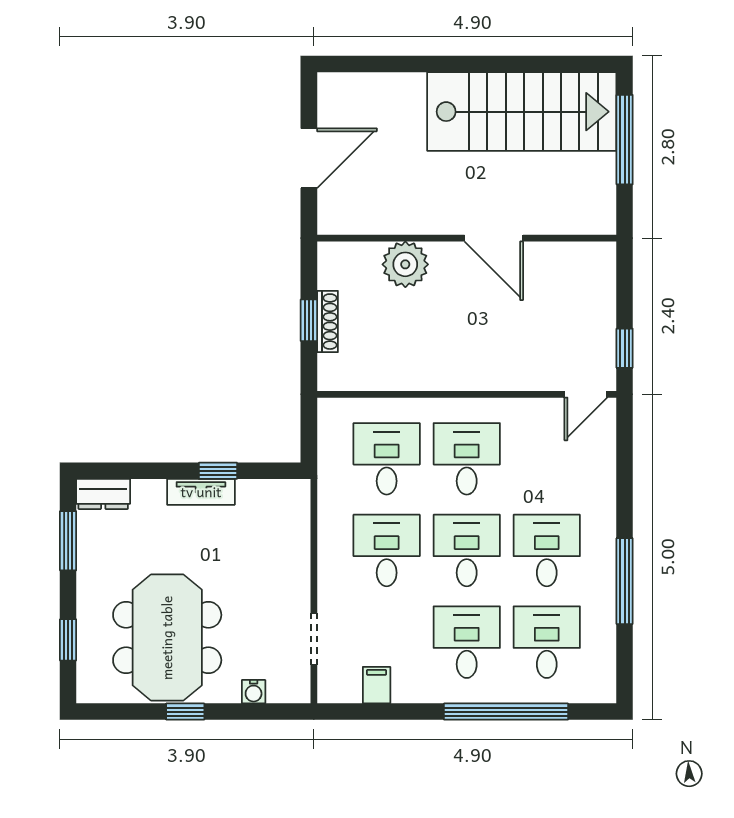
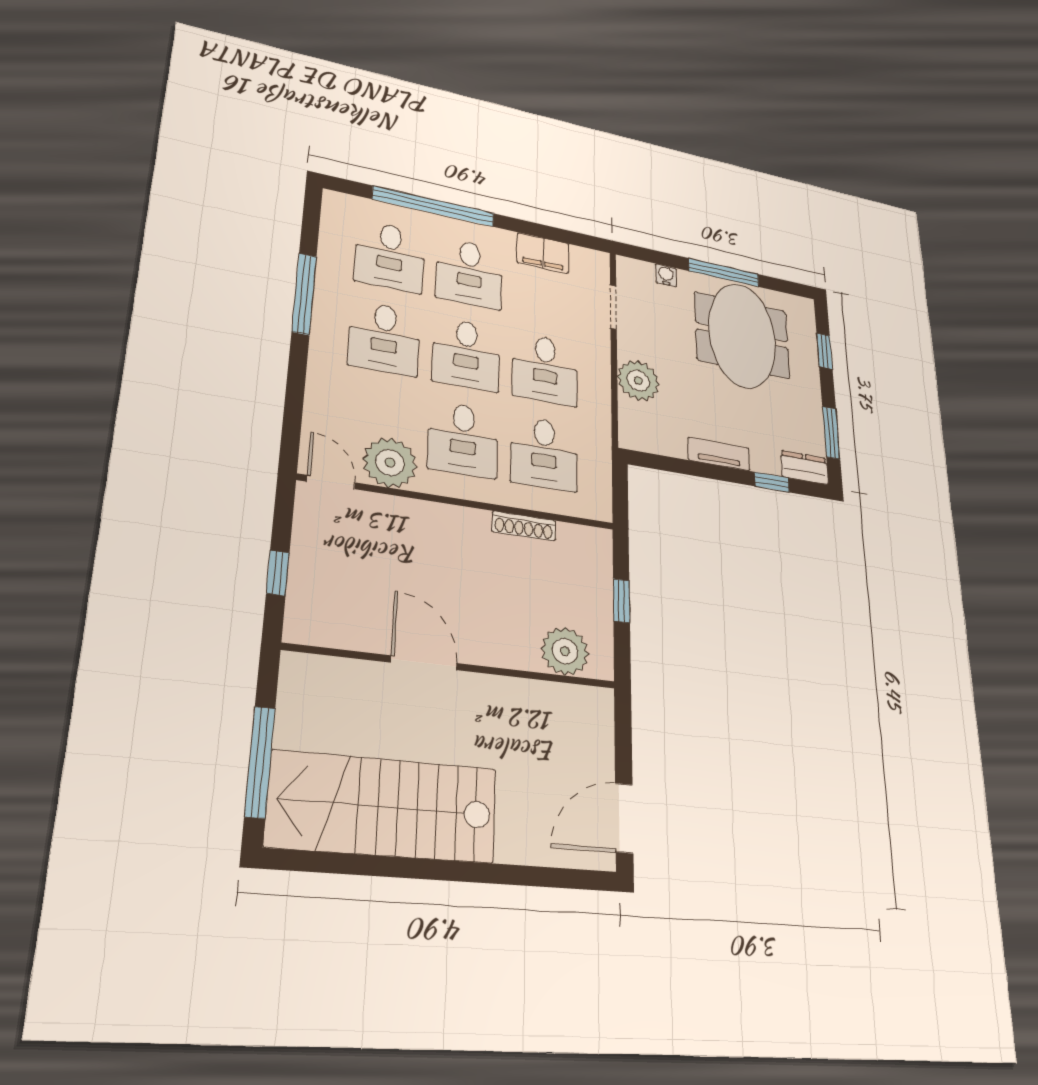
door: (309, 158) -> (624, 818), moved
plant: (405, 264) -> (565, 651), moved
shoe rack: (327, 322) -> (524, 526), moved, turned -90
window: (625, 348) -> (278, 573), moved
door: (586, 394) -> (331, 482), hinge flipped
plant: (534, 423) -> (390, 463), added
window: (218, 471) -> (772, 482), moved
plant: (288, 558) -> (638, 381), added
filing cabinet: (377, 685) -> (543, 253), width x2.00
window: (185, 712) -> (724, 273), width x2.17

